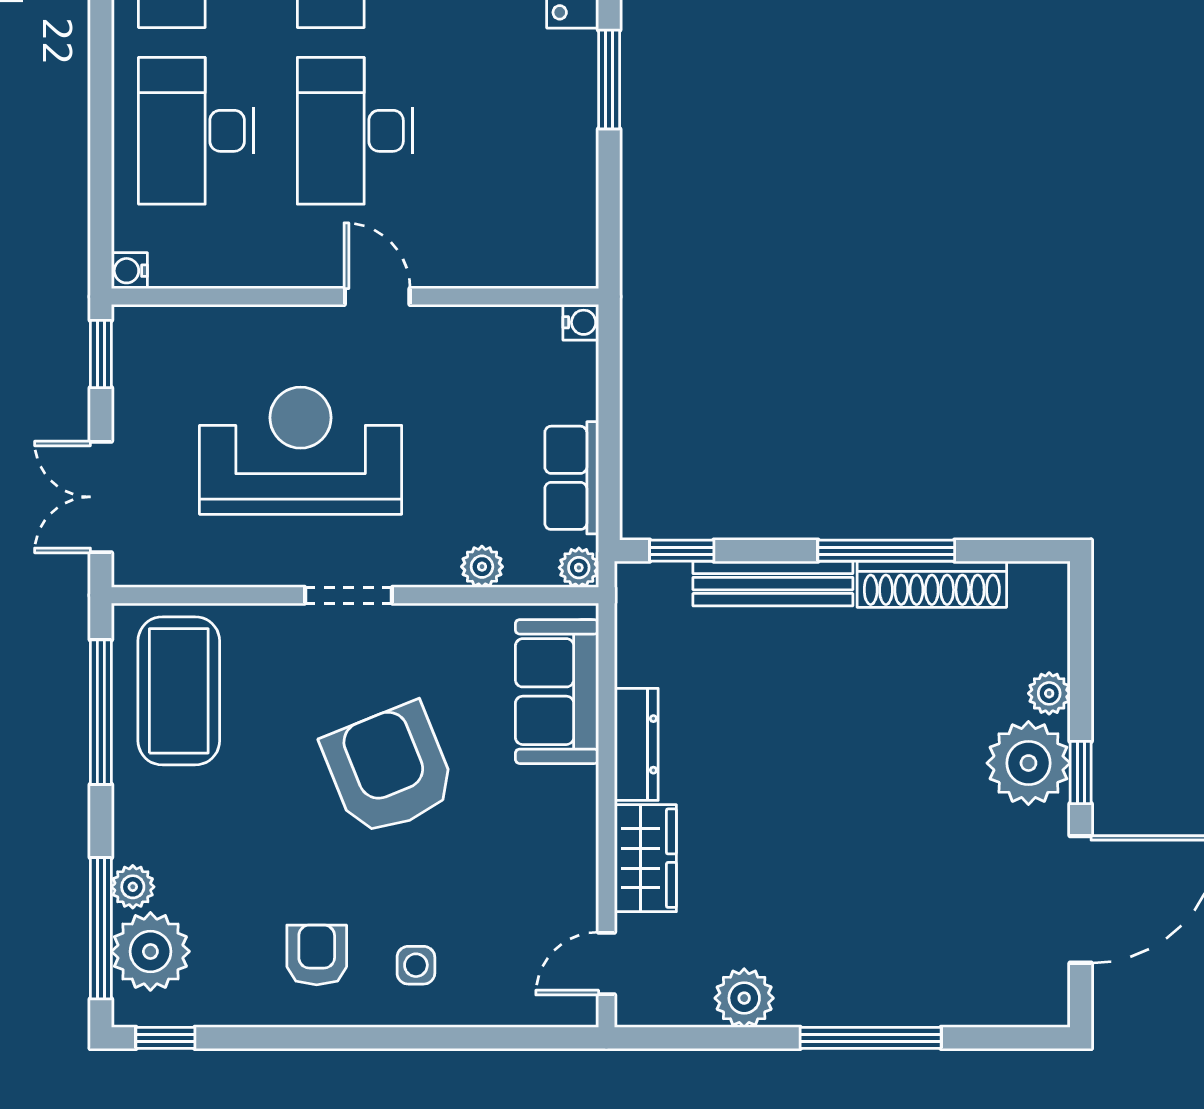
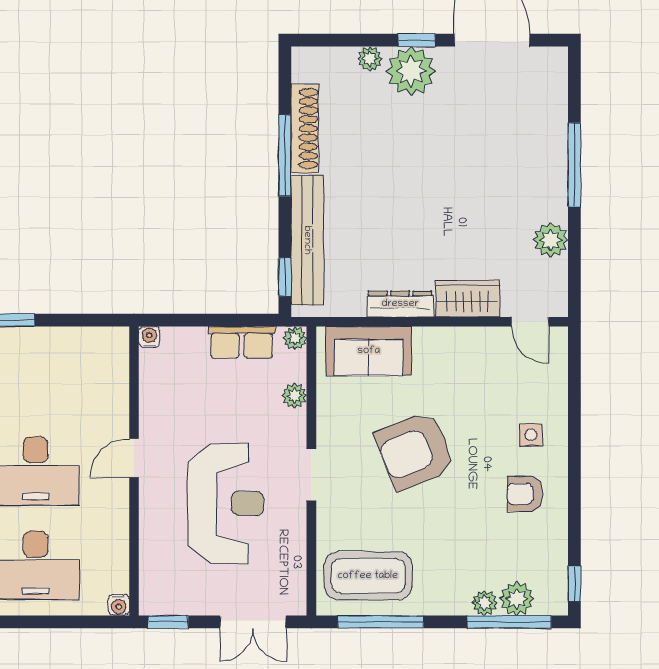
reception desk: (301, 451) -> (226, 503), turned 180
bench: (773, 584) -> (307, 240), width x1.37, depth x1.21
plant: (150, 951) -> (517, 599), width x0.73, depth x0.73

